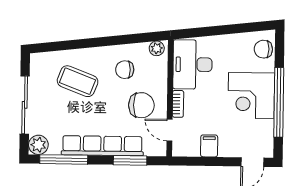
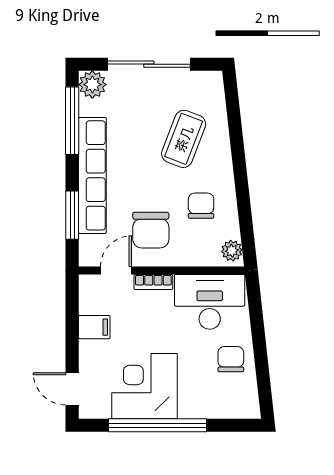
chair: (263, 49) -> (231, 359), moved
corner desk: (251, 96) -> (145, 386), moved

